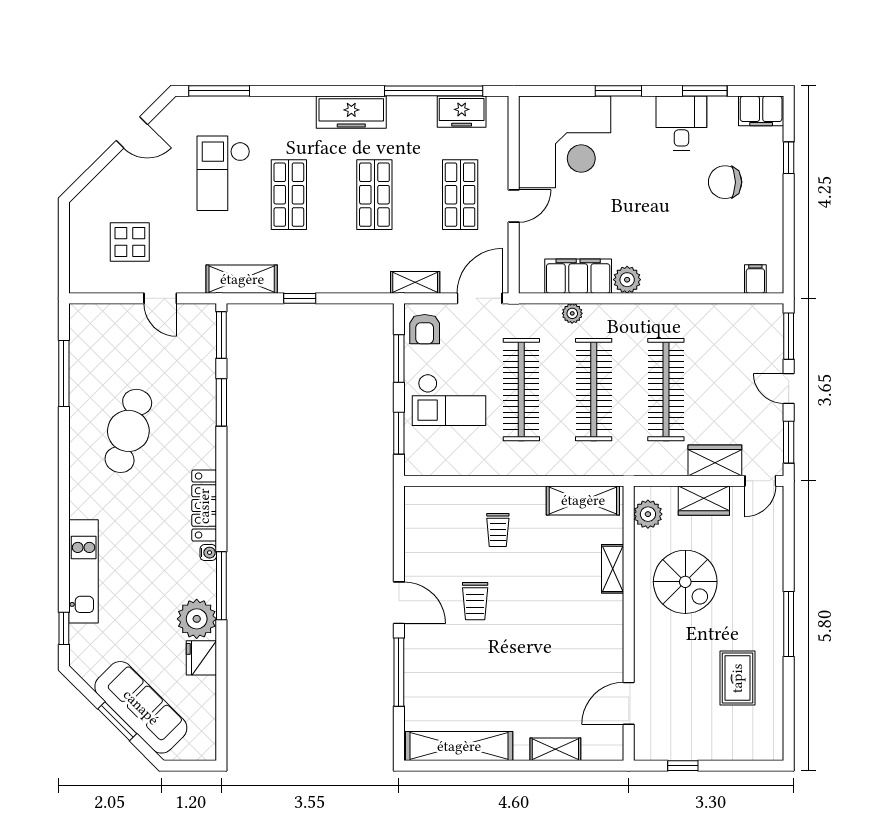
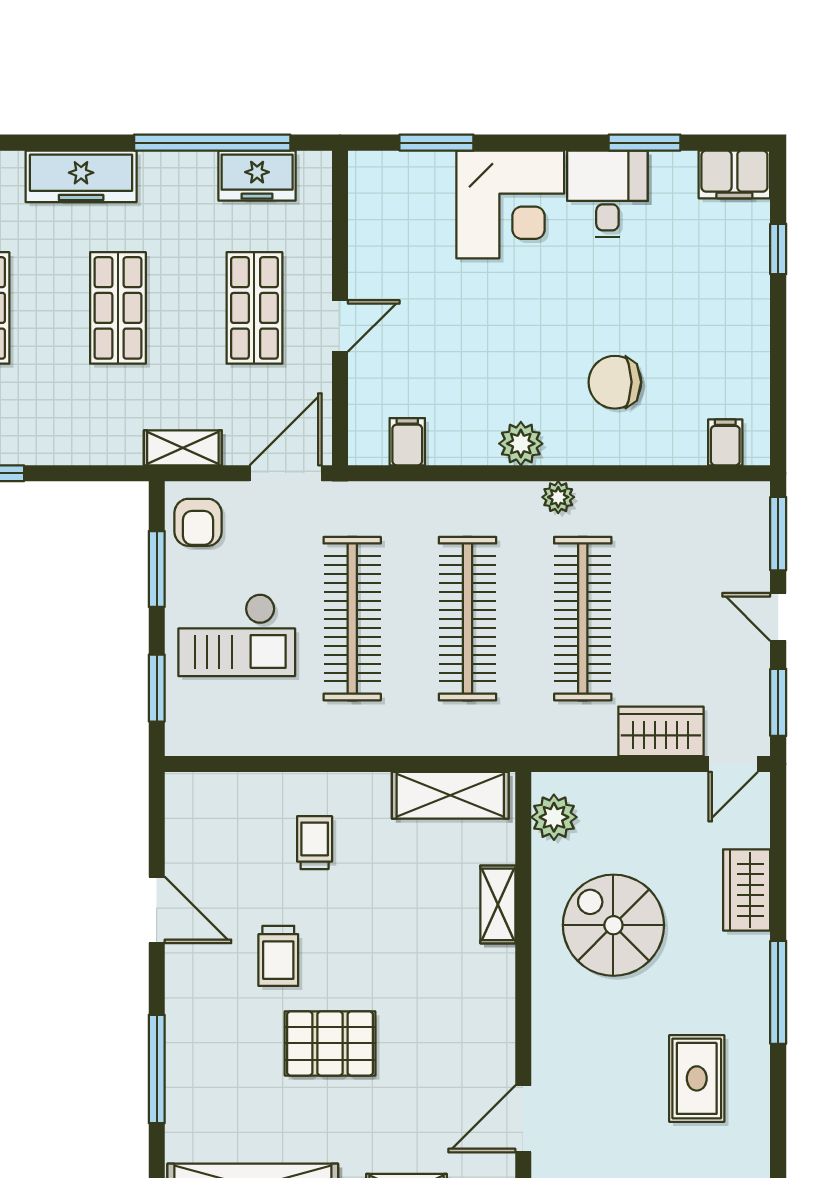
window: (618, 91) -> (436, 143), moved
corner desk: (565, 142) -> (510, 204), moved, width x0.74, depth x0.74
chair: (725, 182) -> (615, 382), moved
filing cabinet: (578, 276) -> (407, 442), width x0.33, depth x0.86
plant: (572, 313) -> (558, 497), moved
wardrobe: (704, 501) -> (747, 890), moved, turned 90
trolley: (498, 530) -> (315, 843), turned 180
spiral stairs: (685, 582) -> (613, 925), turned 180
door: (399, 603) -> (157, 910), moved
pallet: (507, 656) -> (330, 1043), added

